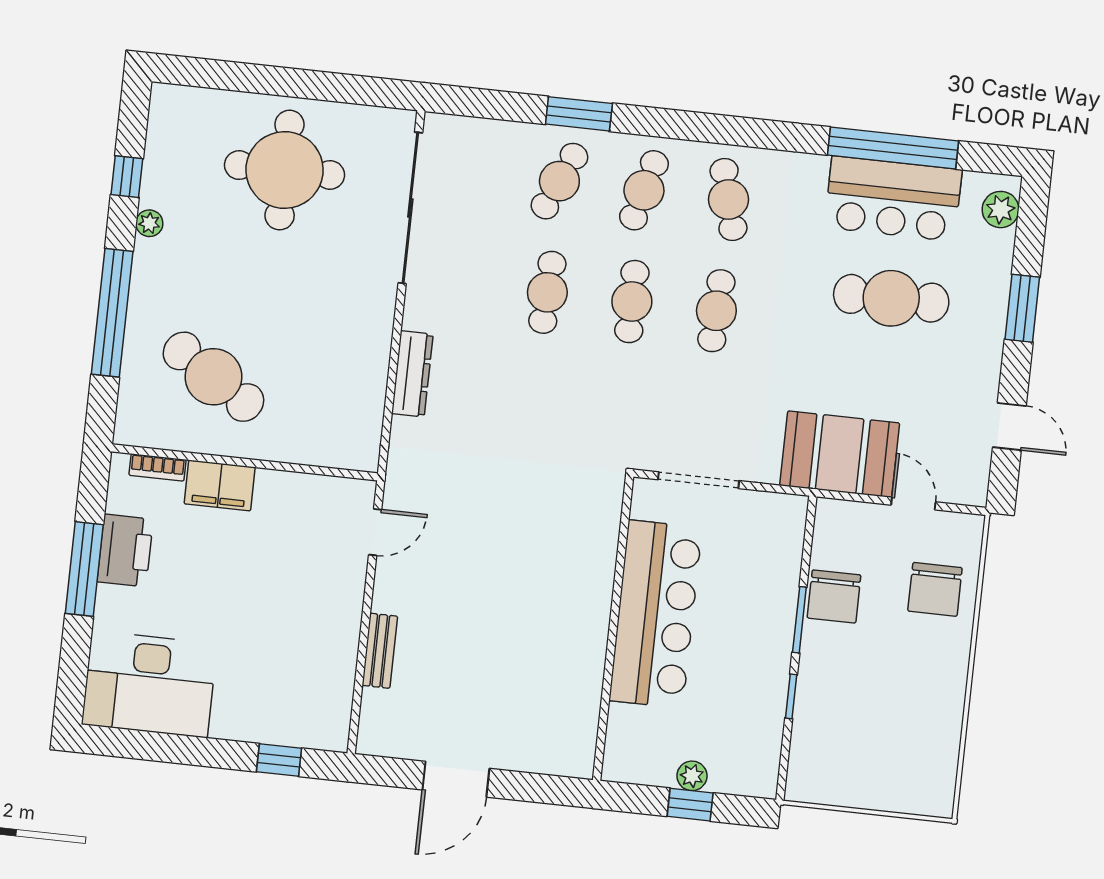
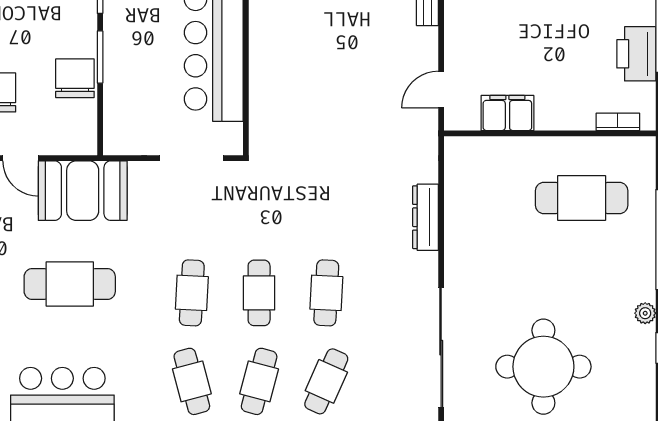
cafe table: (891, 298) -> (70, 284), moved
cafe table: (213, 377) -> (582, 198), turned -33
filing cabinet: (220, 485) -> (507, 113), moved

